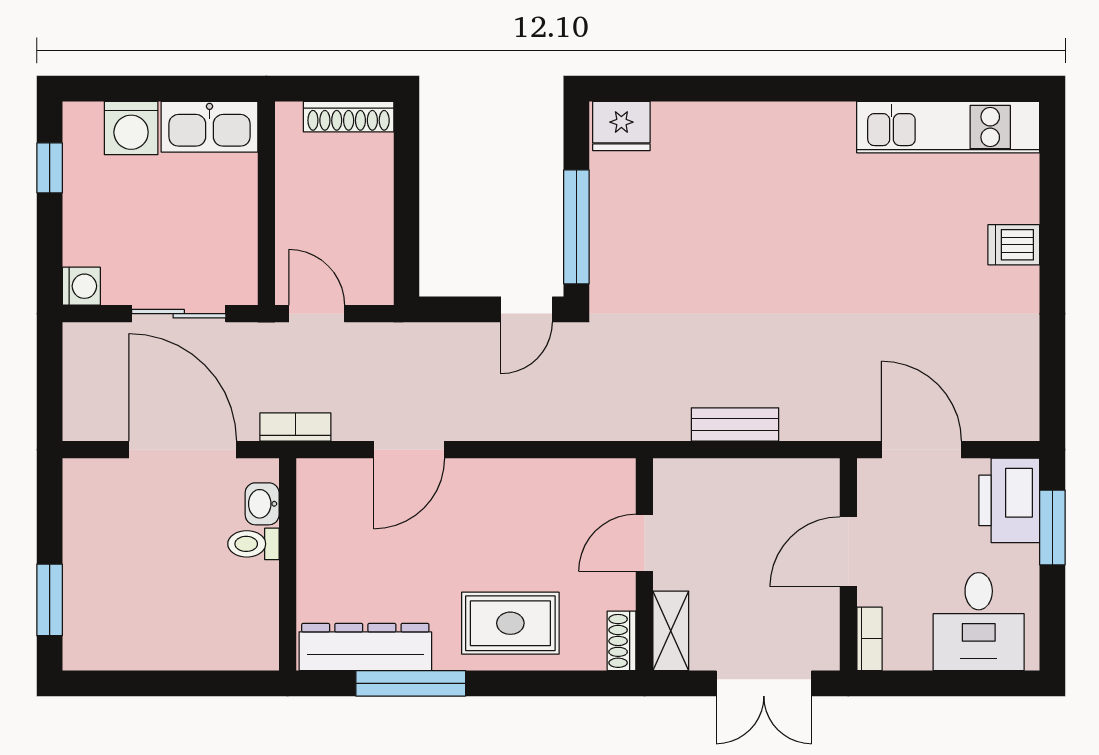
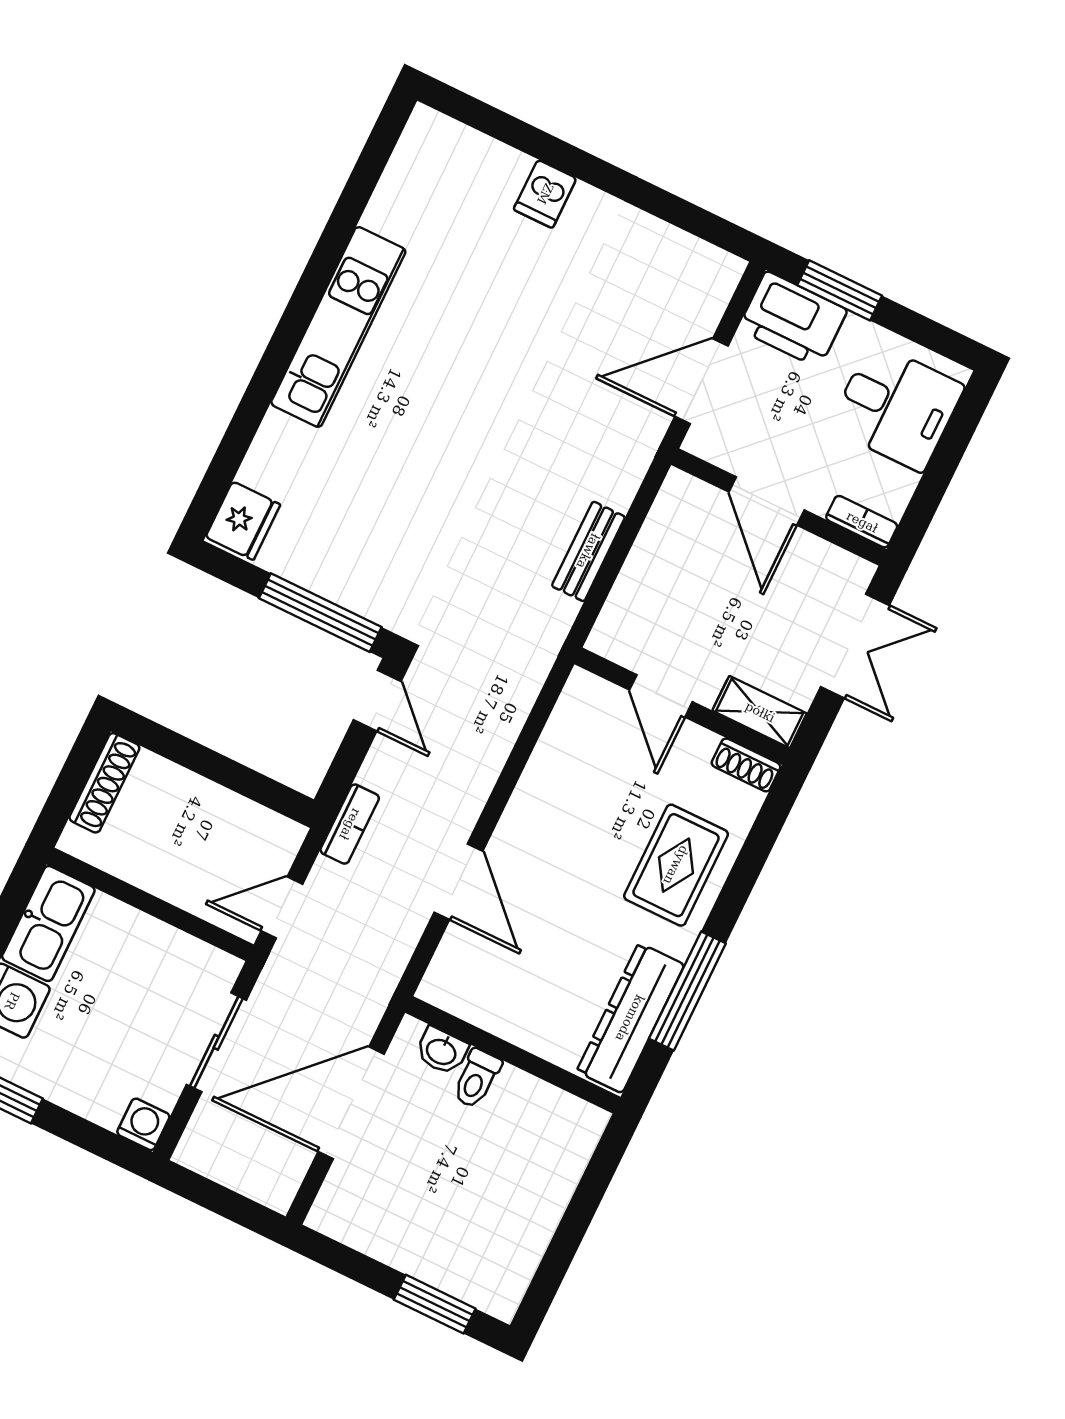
kitchen unit: (948, 127) -> (338, 327), moved
bookcase: (295, 427) -> (350, 824), moved, turned 180

